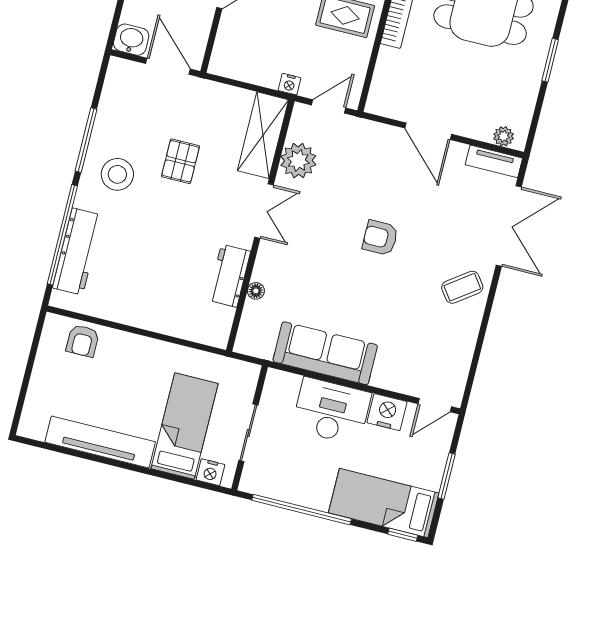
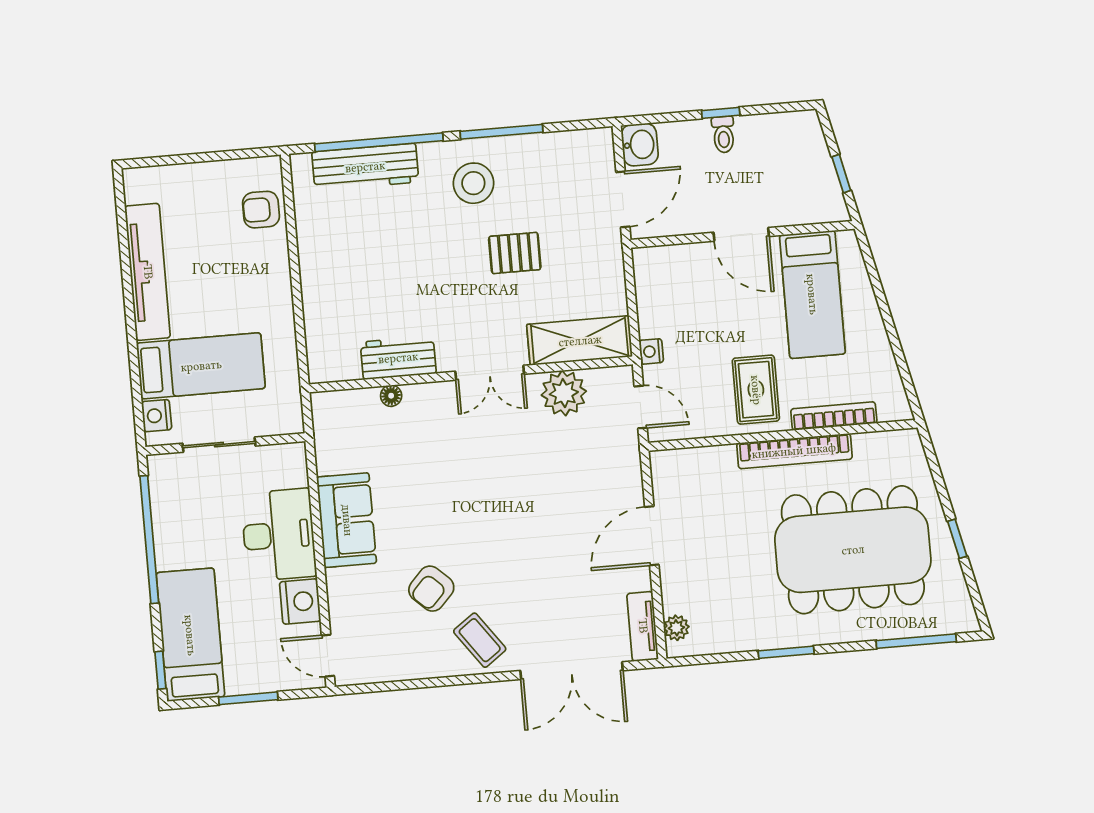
armchair: (380, 238) -> (431, 589), moved, turned -137
sofa: (325, 353) -> (347, 520), width x0.73

